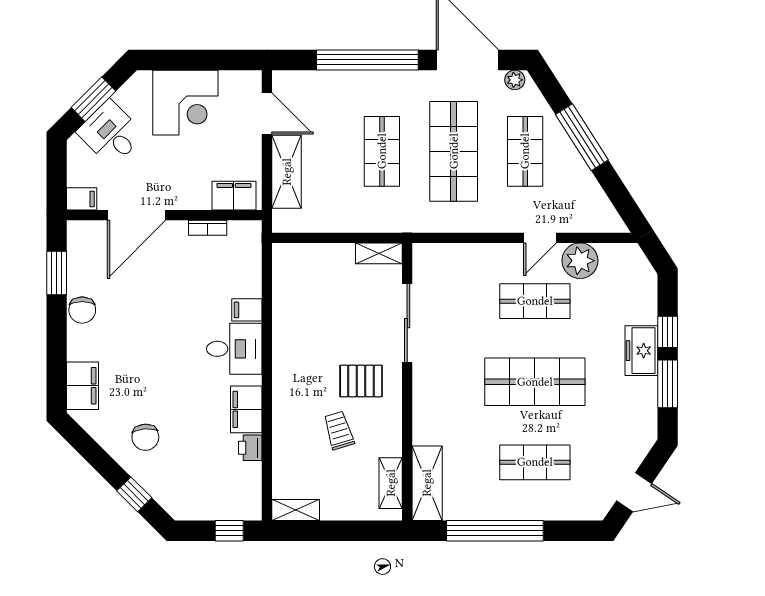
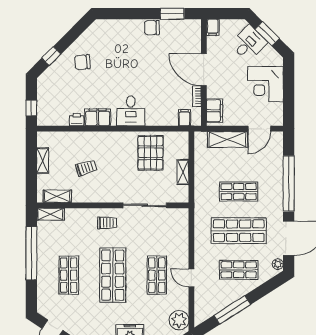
window: (582, 137) -> (232, 310), moved
door: (137, 215) -> (204, 70), moved
shelving: (379, 253) -> (183, 172), moved
plant: (580, 261) -> (179, 320), moved
filing cabinet: (247, 310) -> (184, 118), moved
pallet: (361, 381) -> (150, 153), moved, width x1.50, depth x1.42
filing cabinet: (83, 386) -> (111, 28), removed
trolley: (439, 392) -> (107, 223), added
shelving: (427, 483) -> (50, 214), width x0.67, depth x0.75
shelving: (296, 510) -> (43, 161), moved

